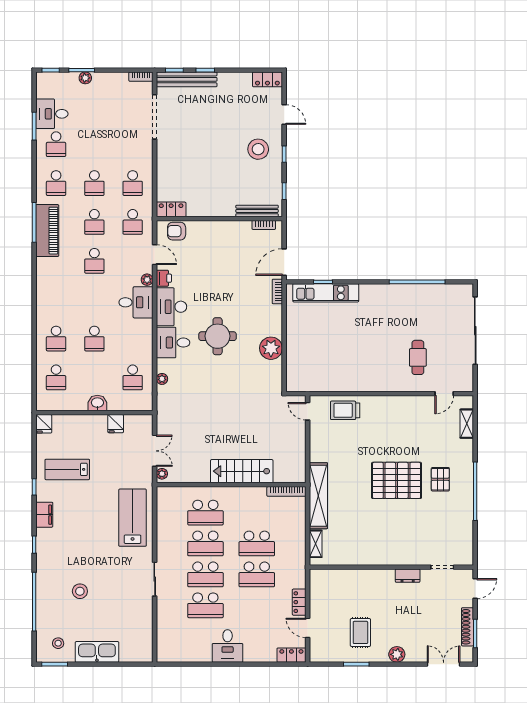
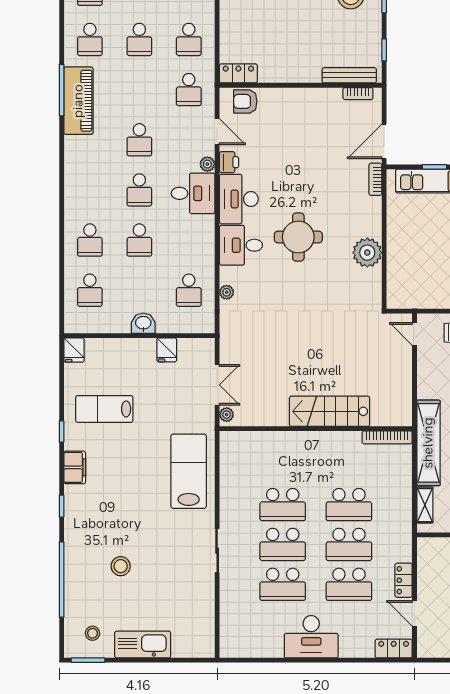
school desk: (94, 222) -> (139, 190), moved
school desk: (205, 513) -> (349, 584), moved
desk: (228, 646) -> (311, 637), width x1.37

